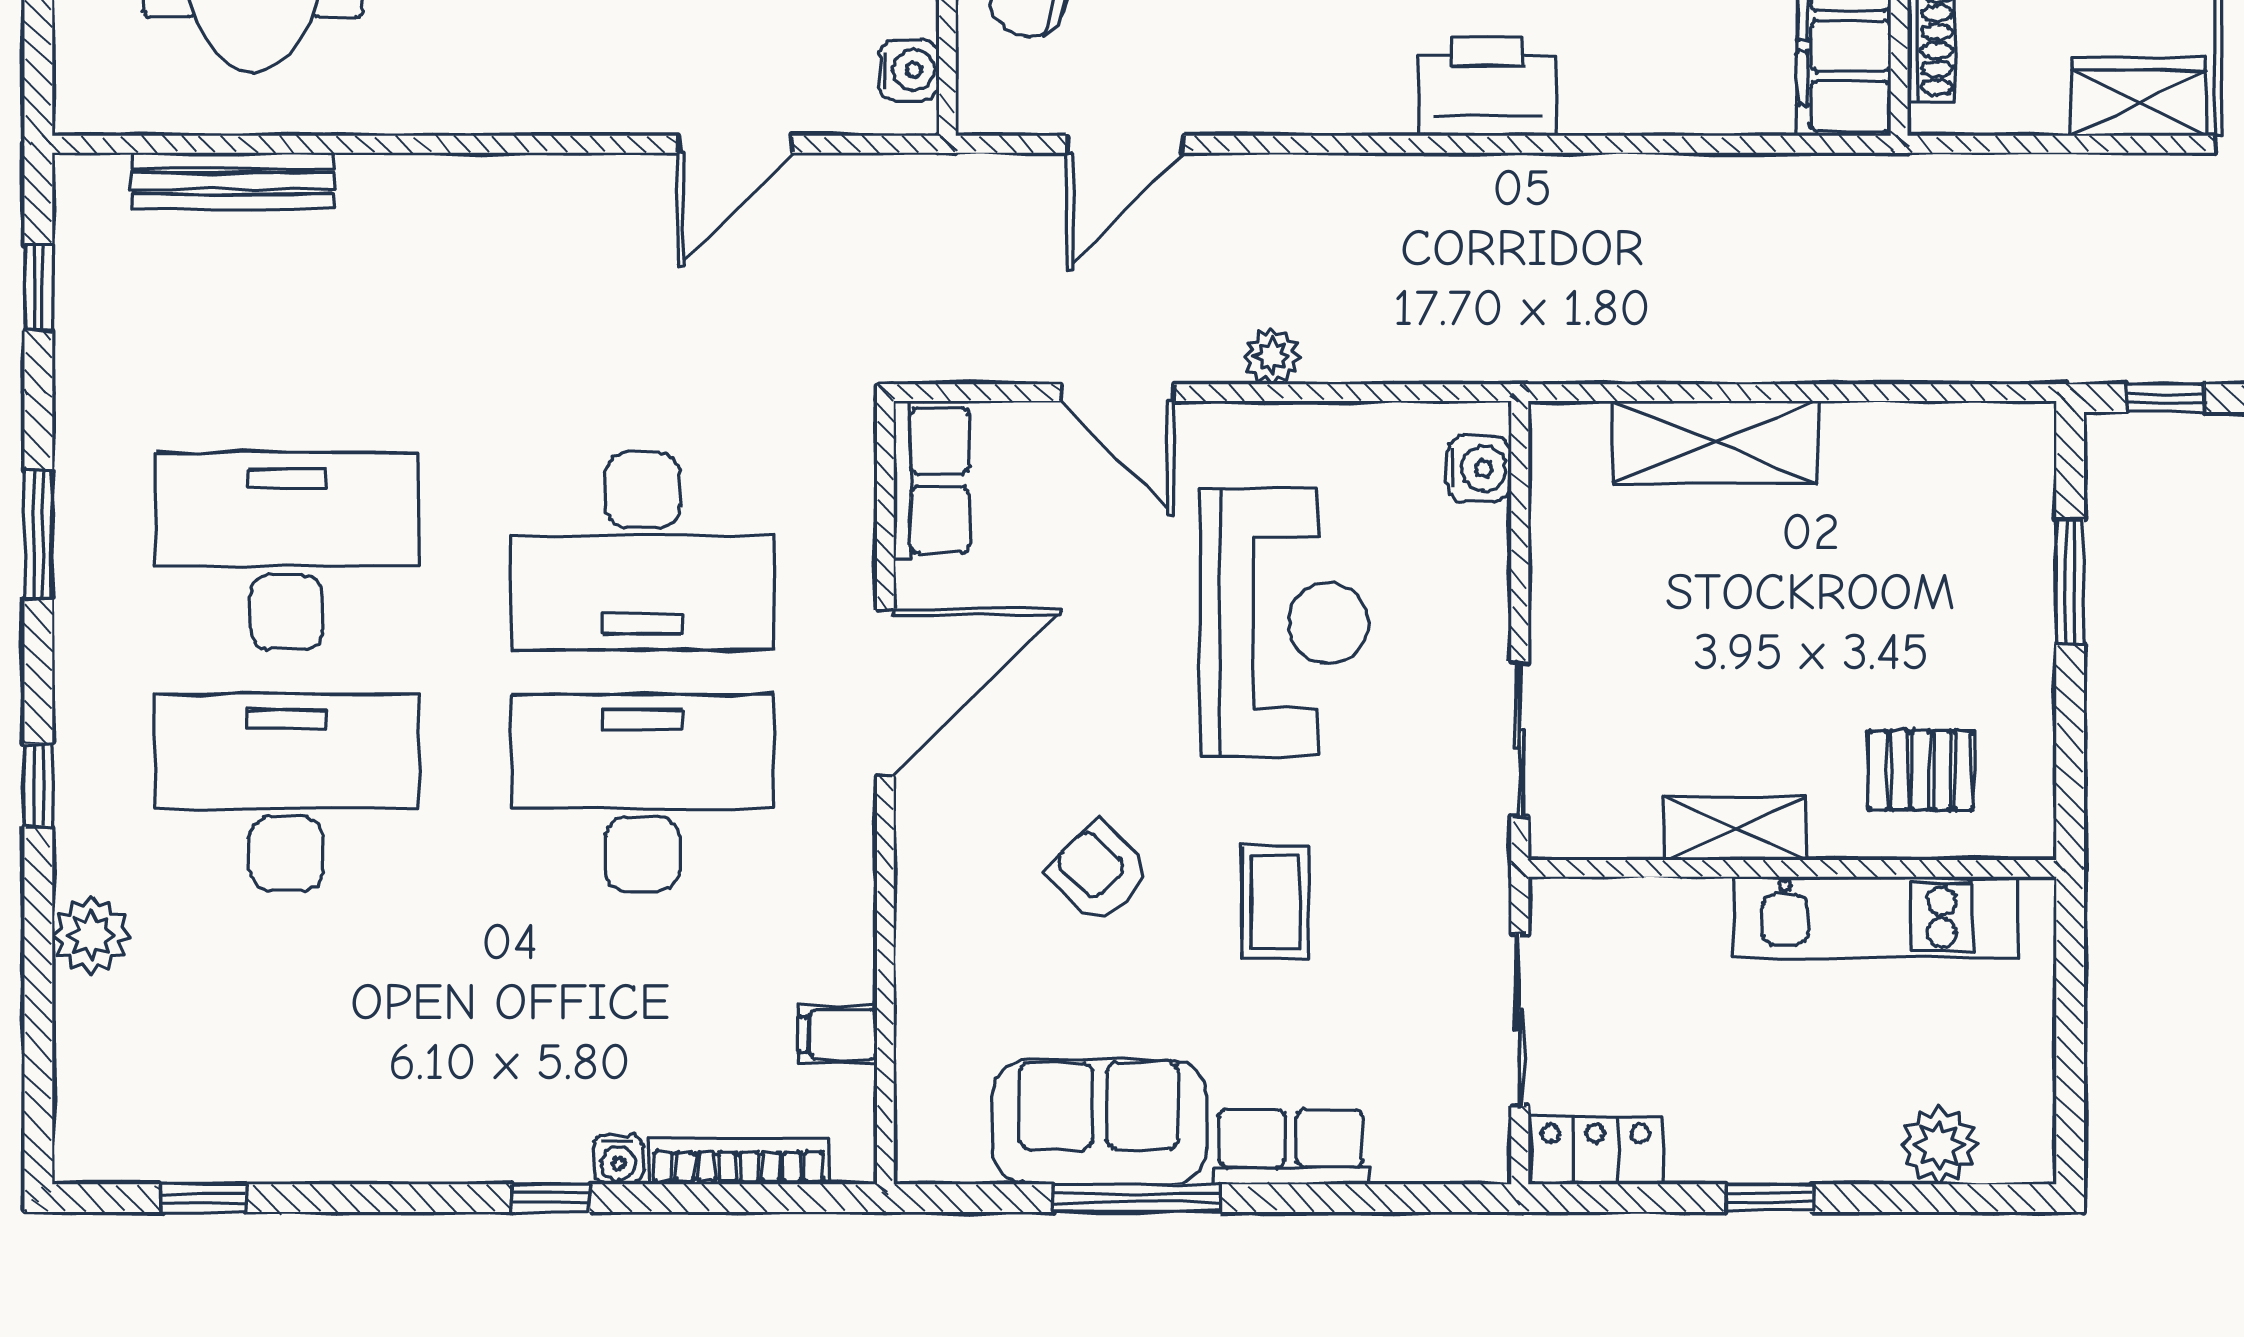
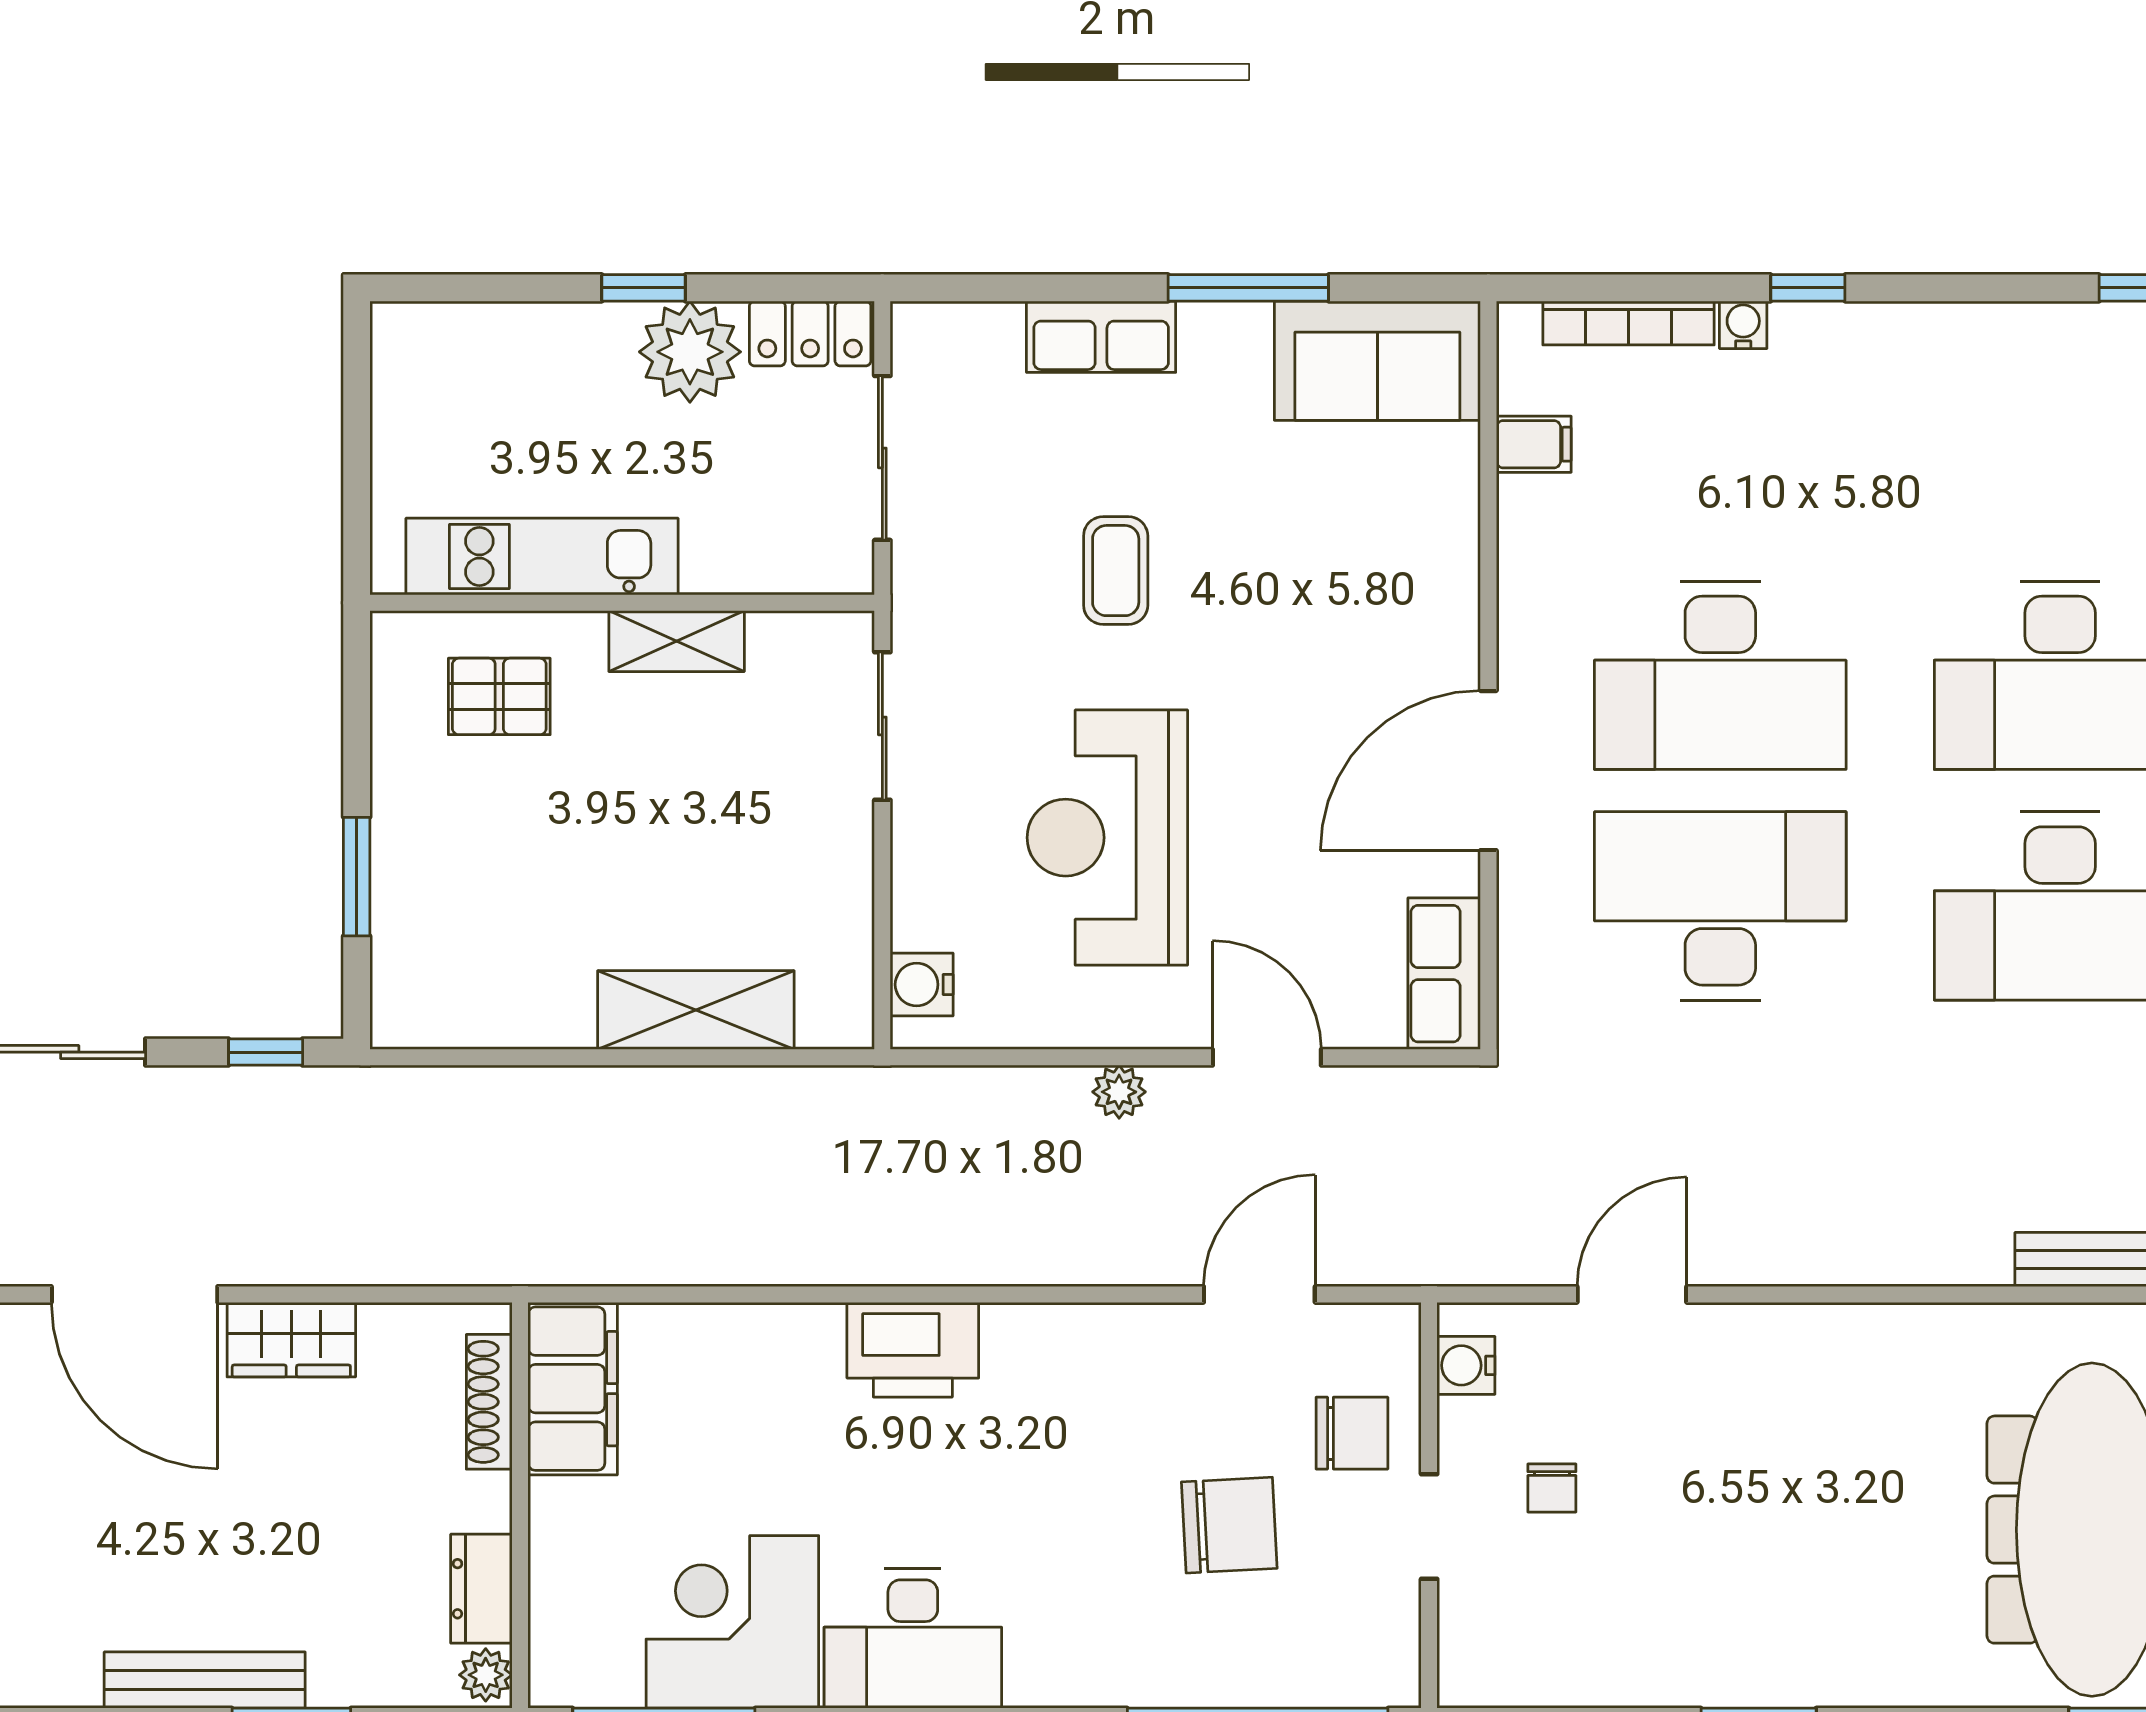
armchair: (1098, 872) -> (1285, 599), removed
sofa: (1099, 1122) -> (1377, 361), moved
plant: (1939, 1145) -> (690, 352), moved, width x1.36, depth x1.36

